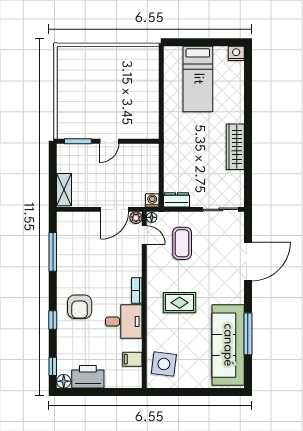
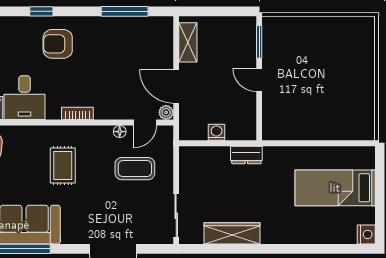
wardrobe: (235, 147) -> (232, 233), moved
shelving: (64, 190) -> (188, 42), moved, turned 90
washing machine: (152, 200) -> (217, 132), moved, turned -90
dresser: (177, 200) -> (246, 155), moved, turned 90
floor lamp: (152, 217) -> (120, 132), moved
desk: (124, 321) -> (25, 98), moved

